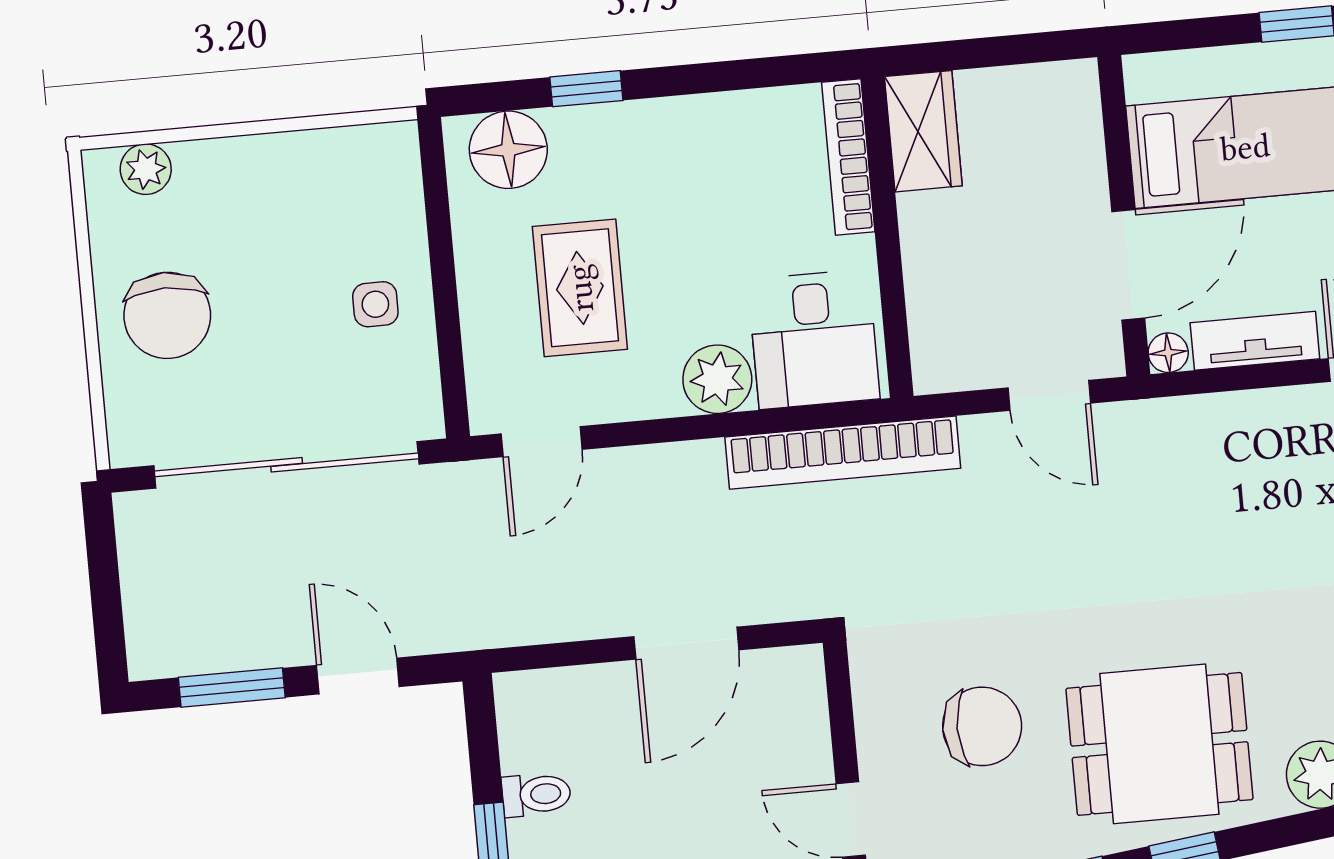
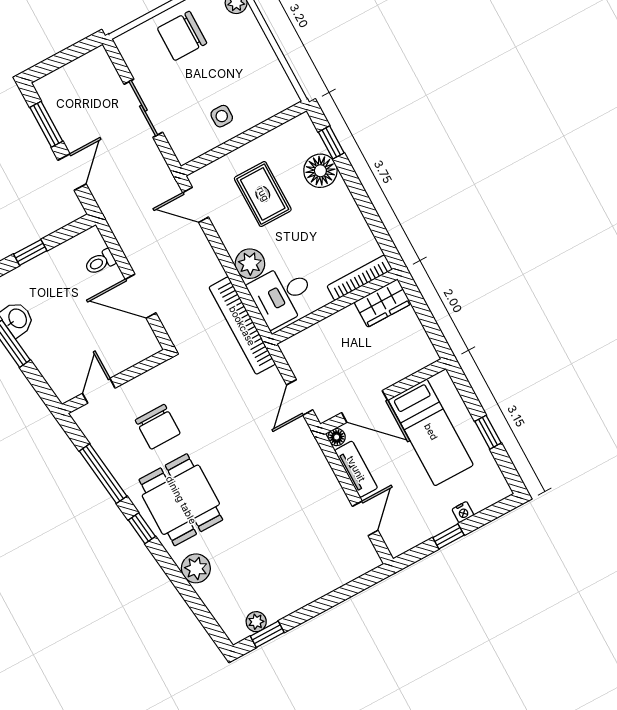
window: (586, 89) -> (331, 142), moved
floor lamp: (508, 150) -> (320, 171), moved
rug: (580, 288) -> (263, 194), turned 90
sliding door: (287, 465) -> (143, 108), width x0.54
toilet: (536, 795) -> (100, 262), moved, turned 90

